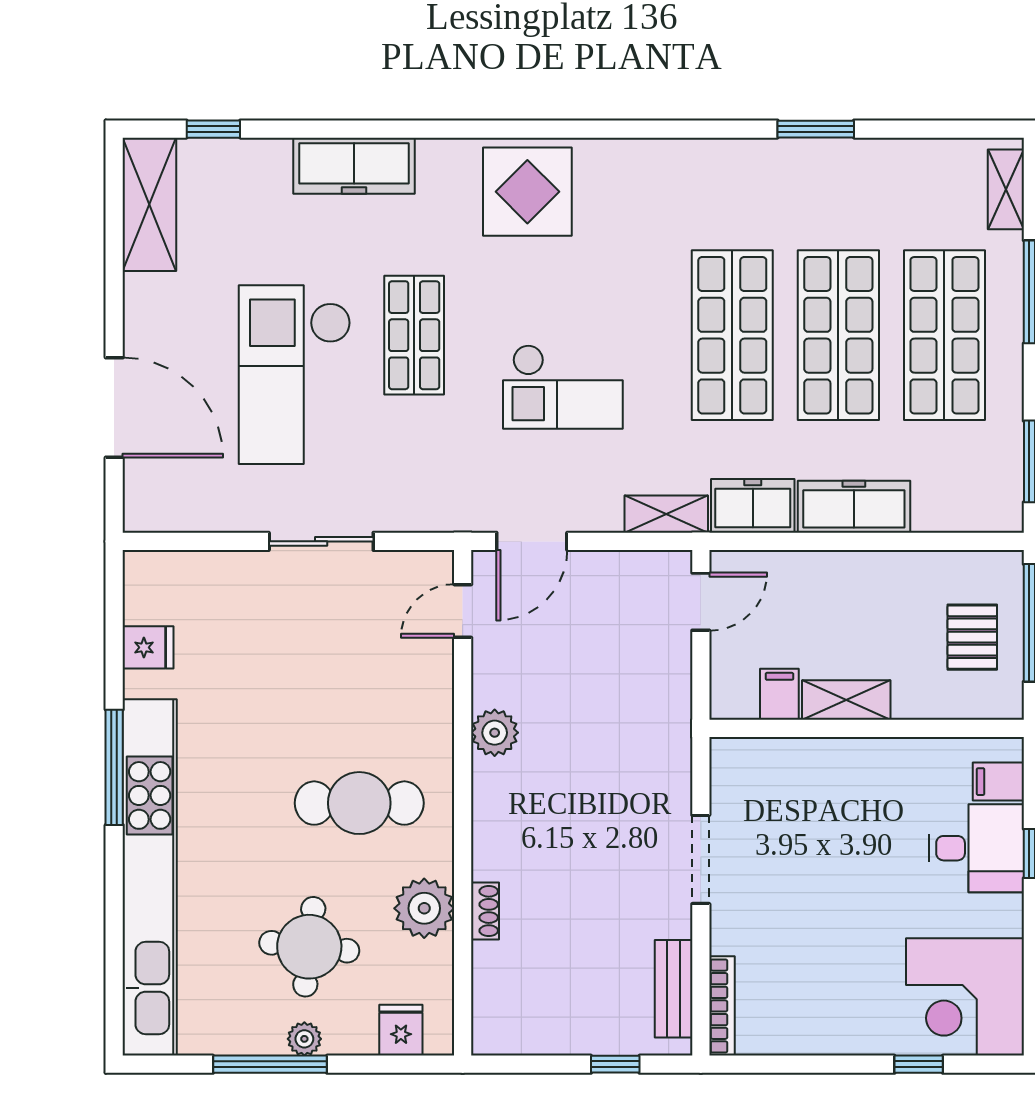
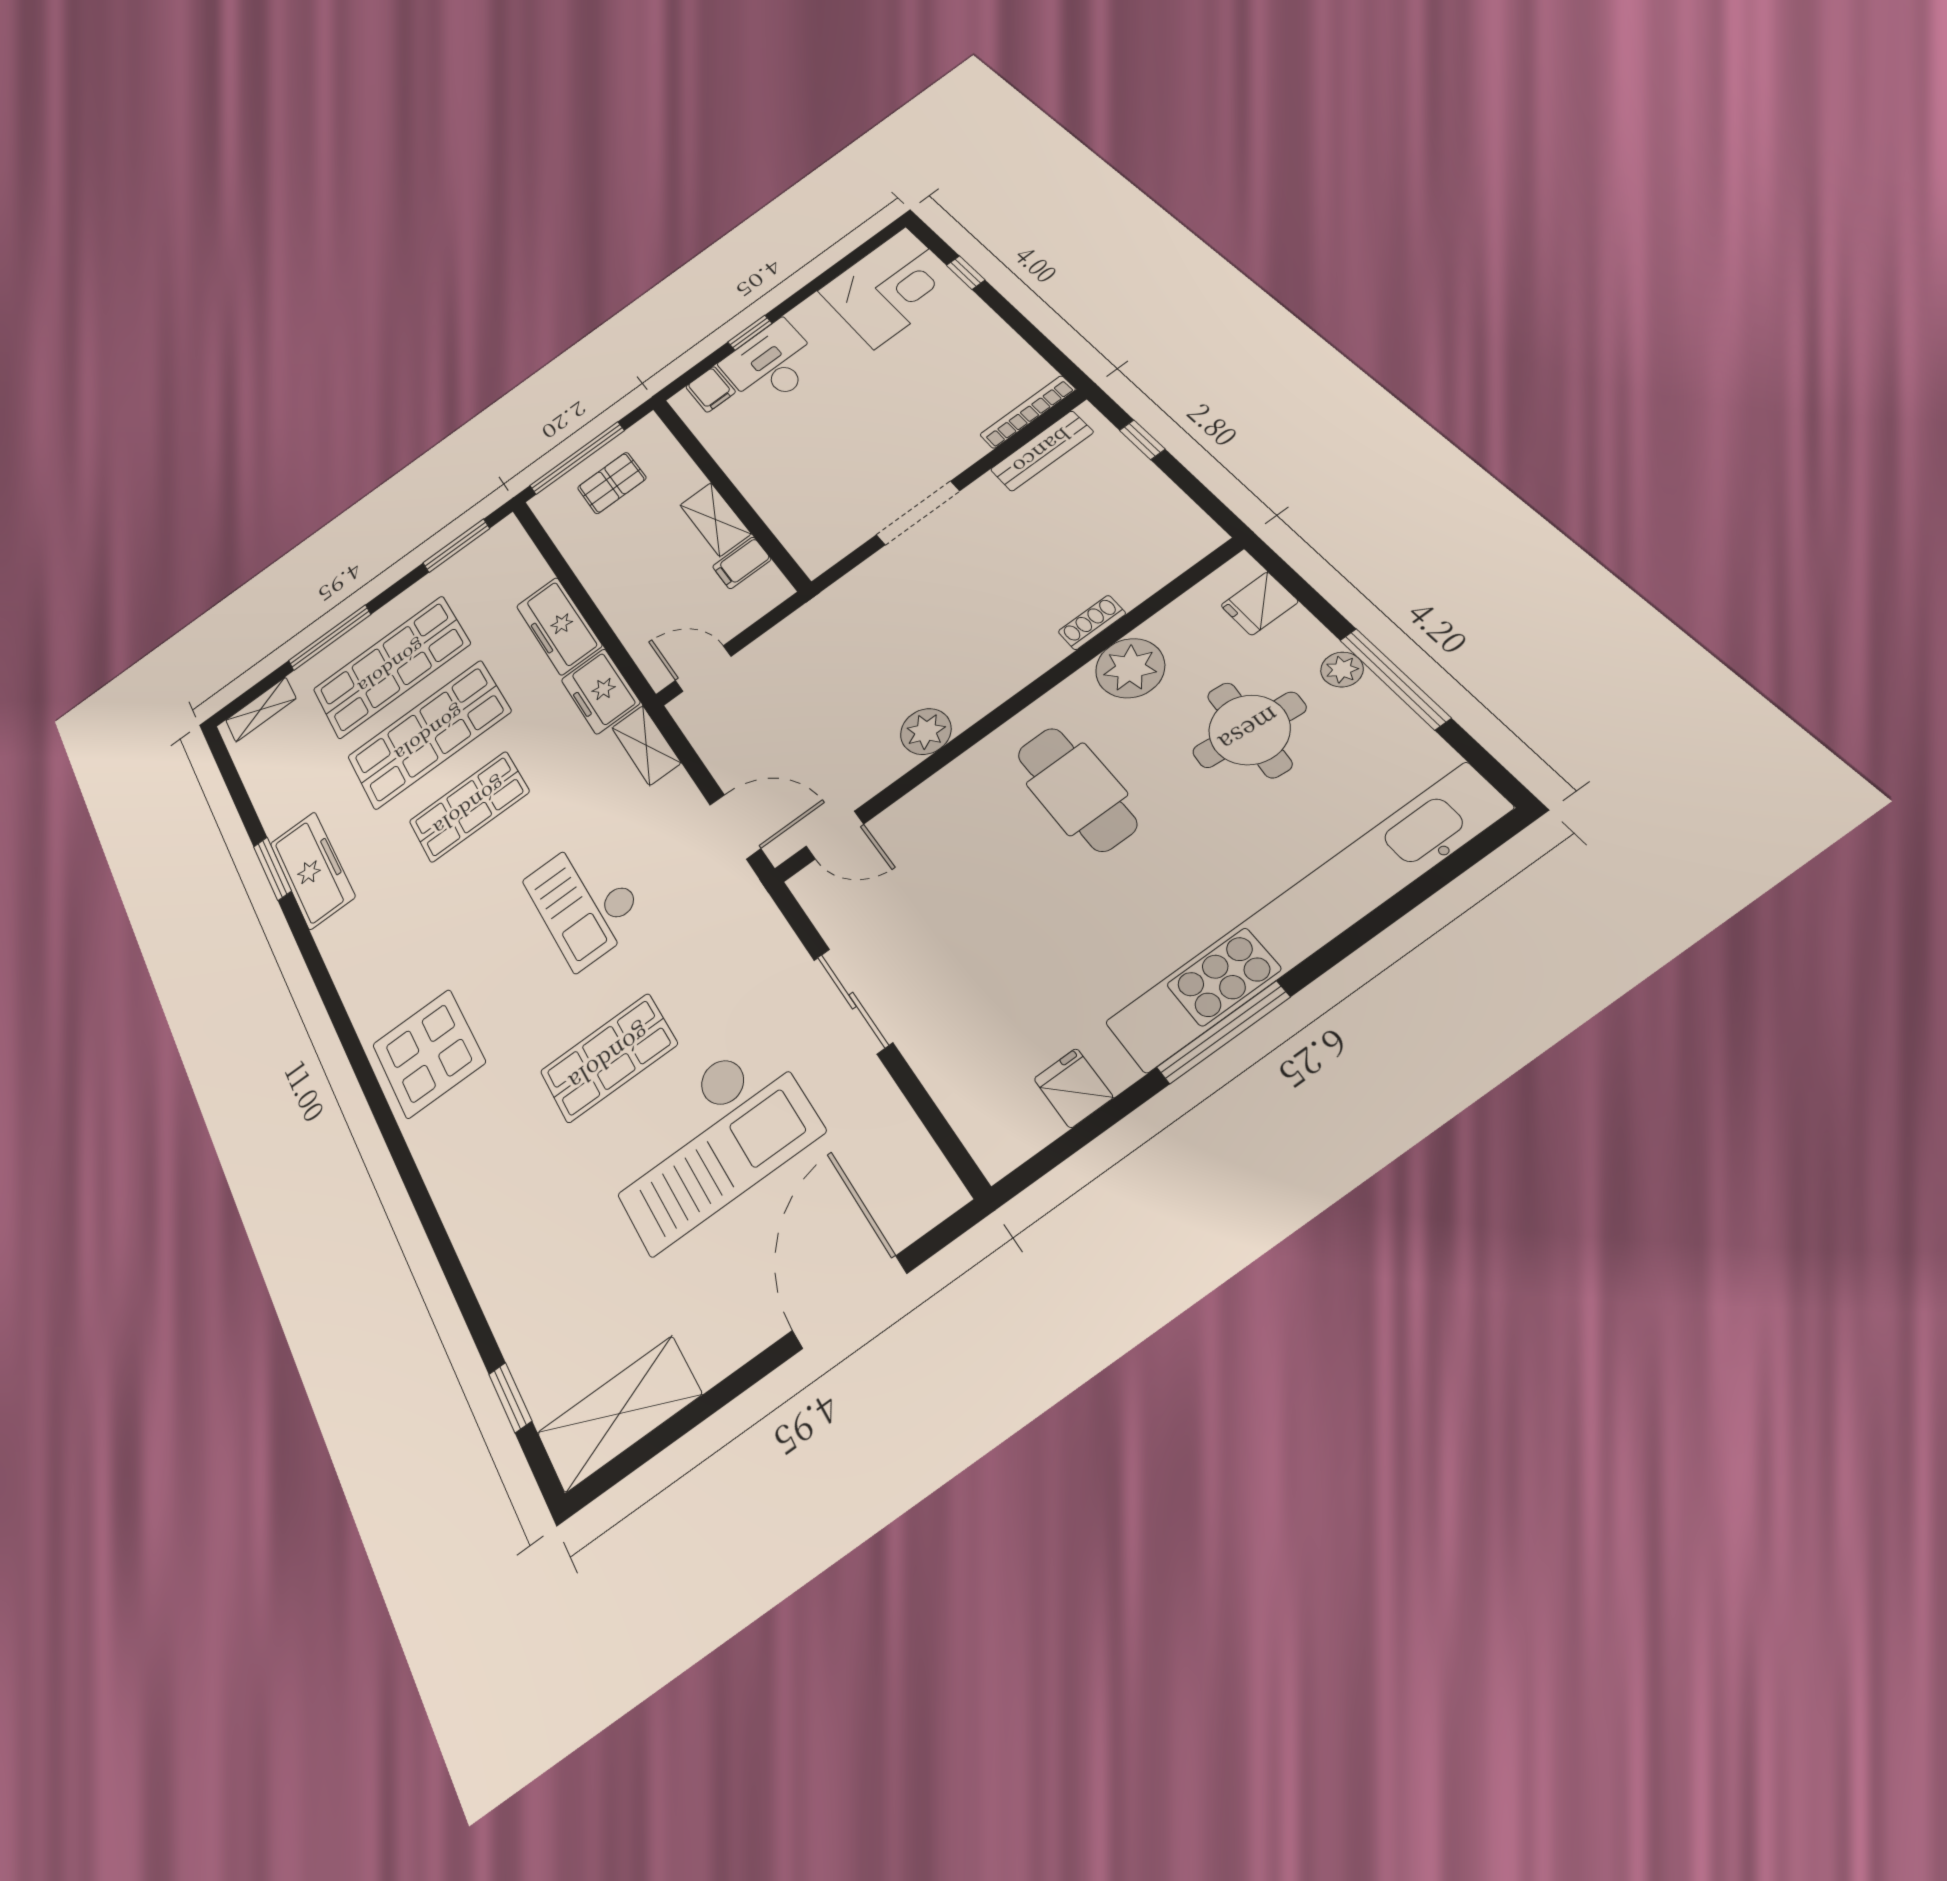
freezer: (354, 166) -> (312, 870), moved
shop shelf: (732, 335) -> (469, 807), width x0.70, depth x0.74
checkout: (563, 387) -> (584, 901), turned 180

